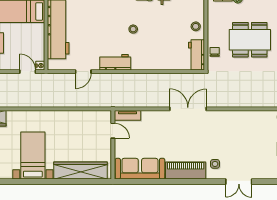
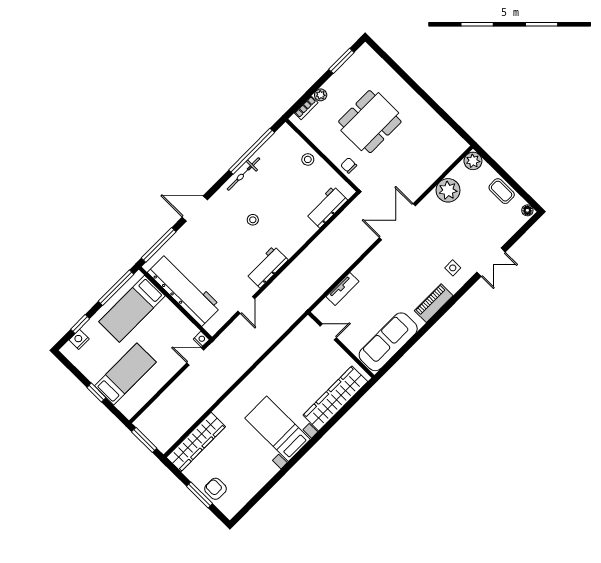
workbench: (196, 55) -> (326, 207), moved, turned 90
double door: (188, 109) -> (397, 222), moved
tv unit: (127, 115) -> (342, 289), moved
plant: (255, 119) -> (448, 190), added
piano: (186, 170) -> (434, 303), width x0.73, depth x0.75

